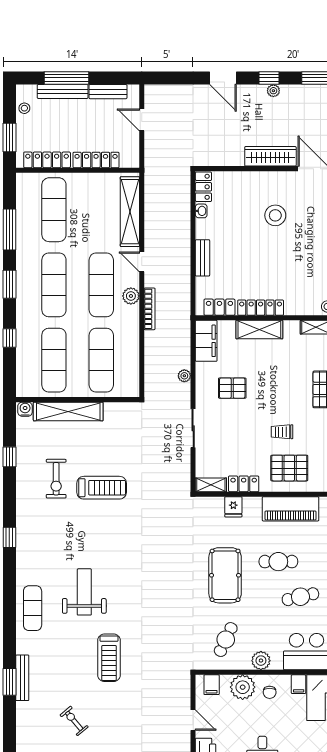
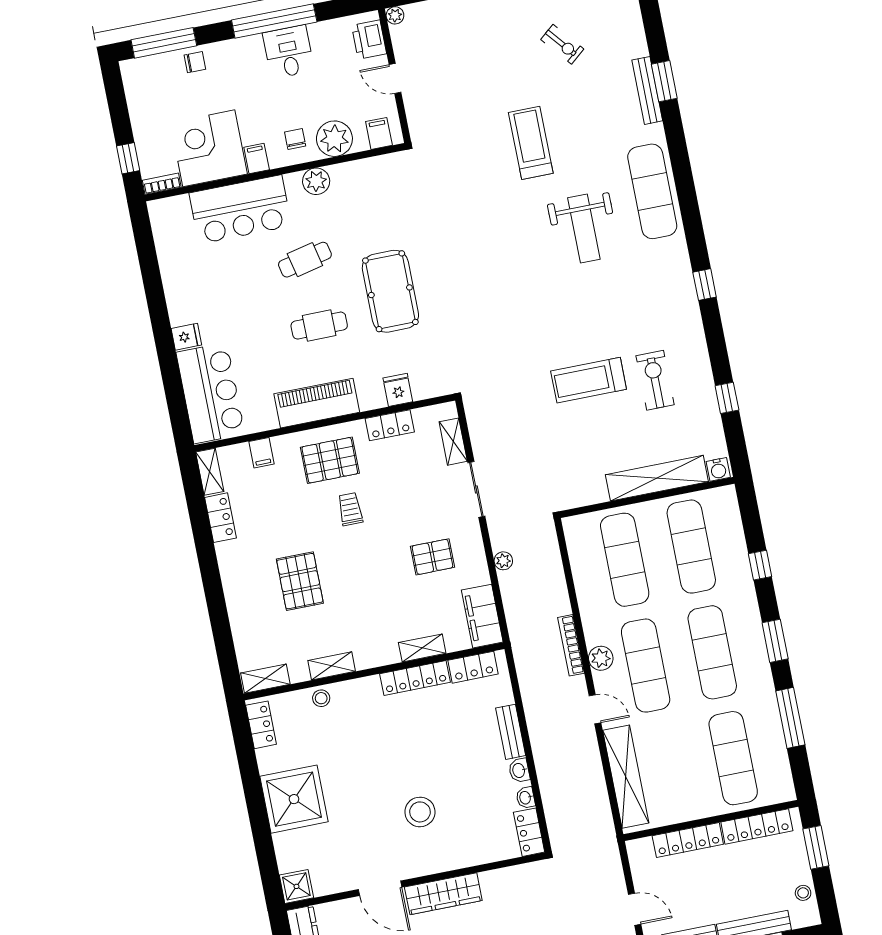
washbasin: (202, 230) -> (519, 770), added
shelving: (259, 330) -> (422, 648), width x0.67, depth x0.75
trolley: (282, 432) -> (350, 509), turned -90
shelving: (211, 485) -> (453, 442), moved, turned 90
cafe table: (300, 597) -> (305, 260), moved
exercise mat: (33, 608) -> (652, 191), width x1.36, depth x1.45
cafe table: (226, 640) -> (372, 201), removed

